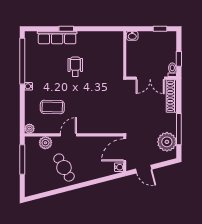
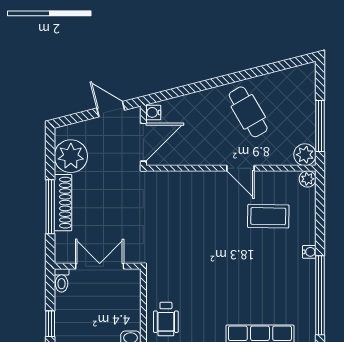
window: (179, 59) -> (50, 324), moved
wheelchair: (75, 67) -> (166, 319), moved
shoe rack: (171, 96) -> (63, 203), moved
window: (179, 129) -> (50, 207), moved
door: (68, 135) -> (241, 168), hinge flipped
plant: (45, 143) -> (305, 155), moved

